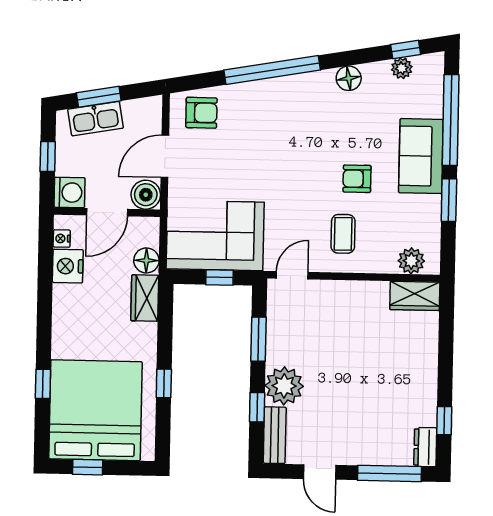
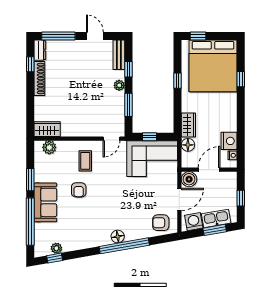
floor lamp: (349, 78) -> (118, 236), moved
armchair: (357, 179) -> (79, 190), turned 90
washing machine: (69, 193) -> (194, 222), moved, turned 80
plant: (284, 386) -> (119, 85), width x0.53, depth x0.53
shoe rack: (427, 393) -> (39, 79), added
window: (88, 467) -> (198, 36), moved

